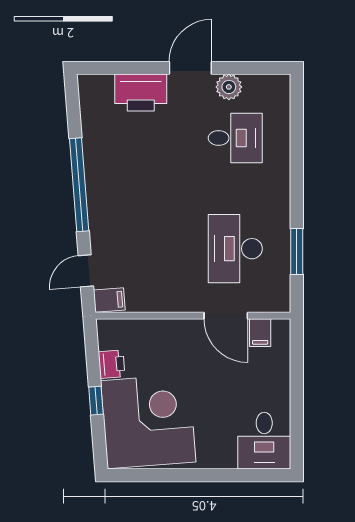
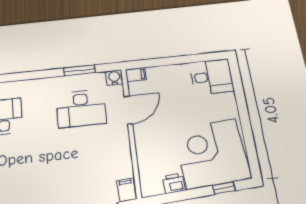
water cooler: (279, 301) -> (114, 78), added
filing cabinet: (260, 333) -> (136, 75), moved
window: (96, 401) -> (224, 188), moved

